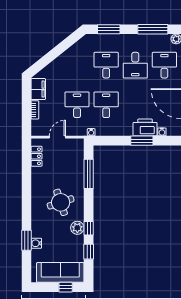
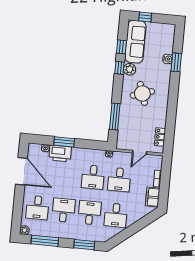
desk: (77, 65) -> (116, 215), added
desk: (106, 65) -> (90, 213), turned 180
sofa: (60, 272) -> (135, 42), moved, turned -90

